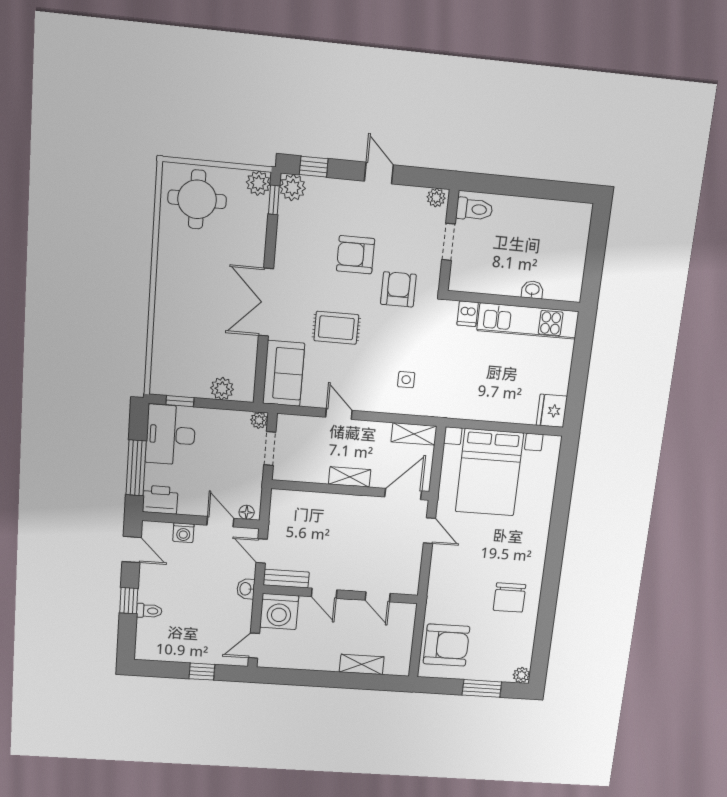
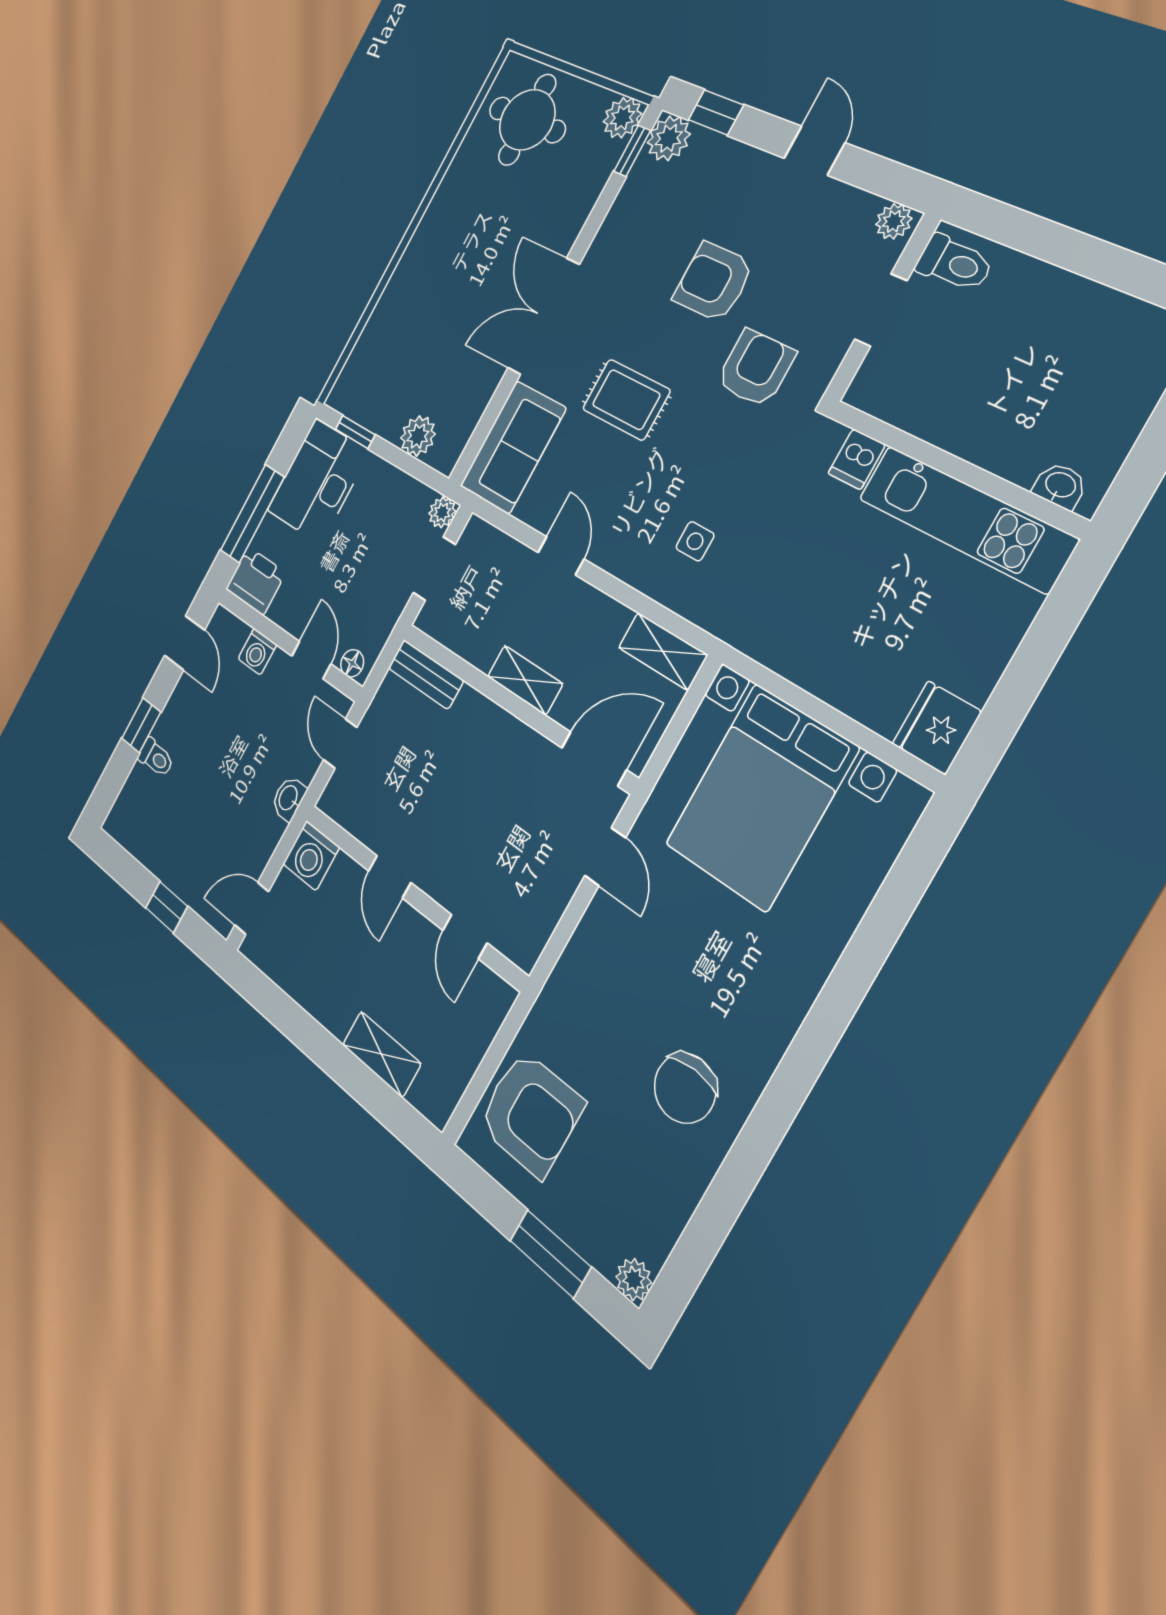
washbasin: (532, 290) -> (1060, 486), moved
bench: (286, 579) -> (426, 674), moved
washing machine: (279, 611) -> (311, 856), width x0.73, depth x0.73

